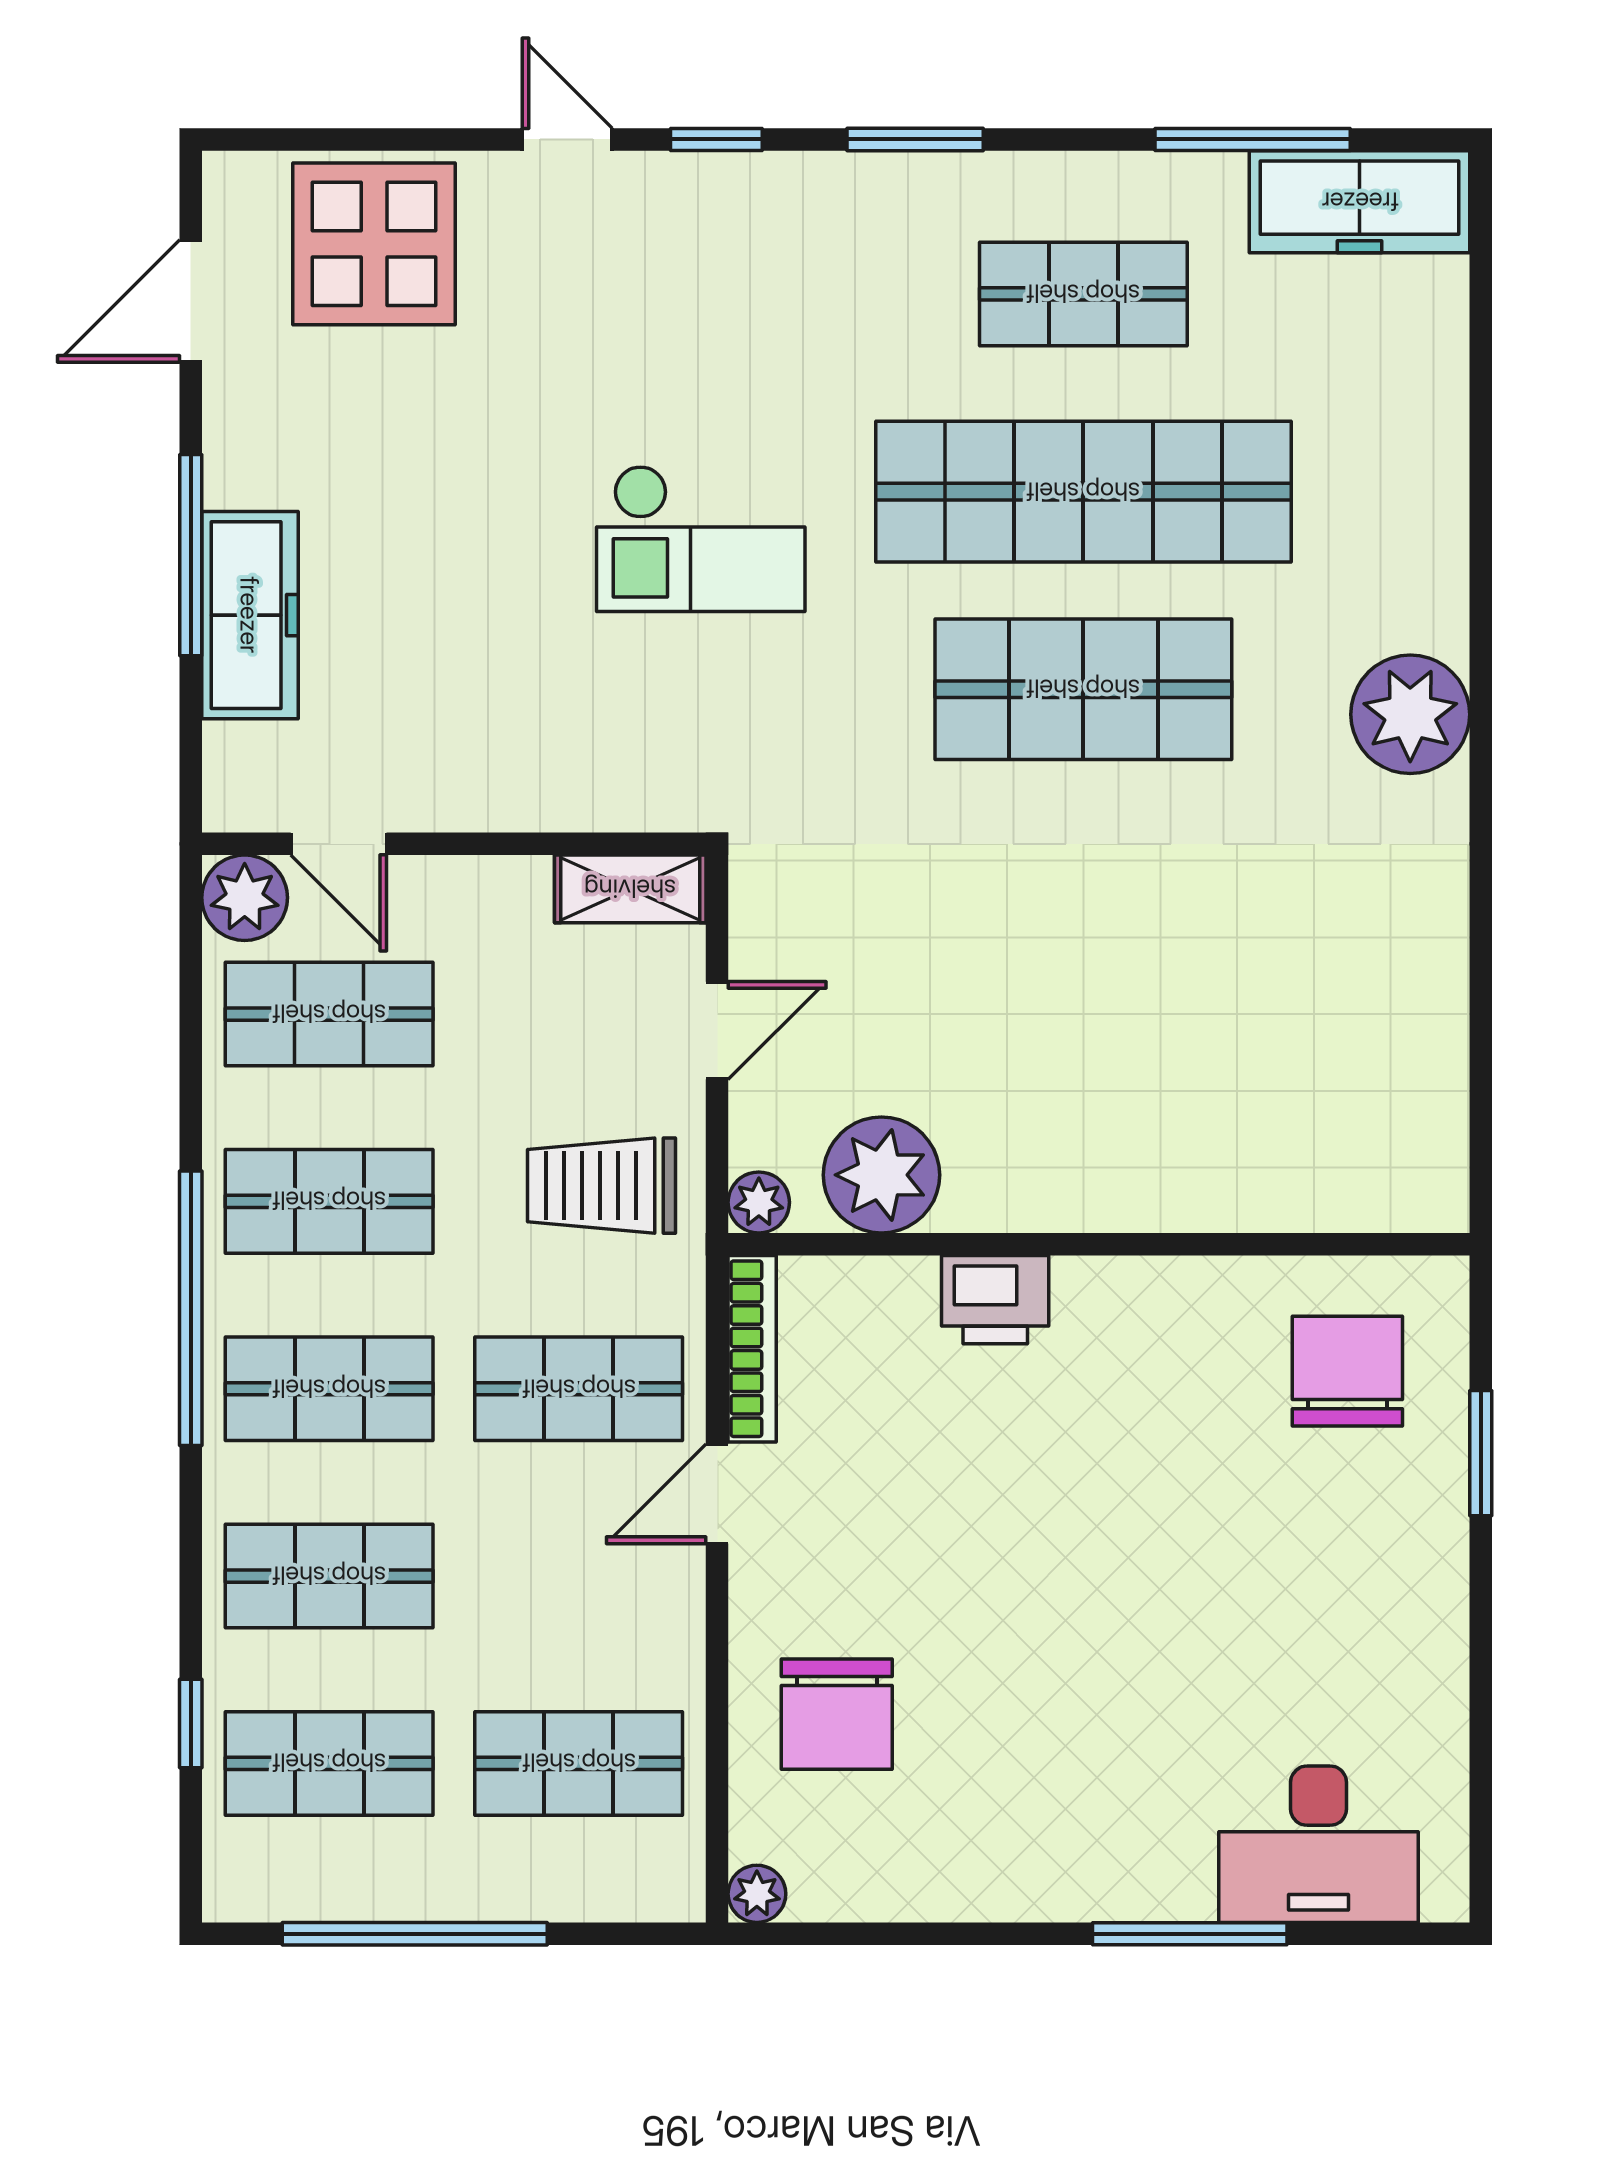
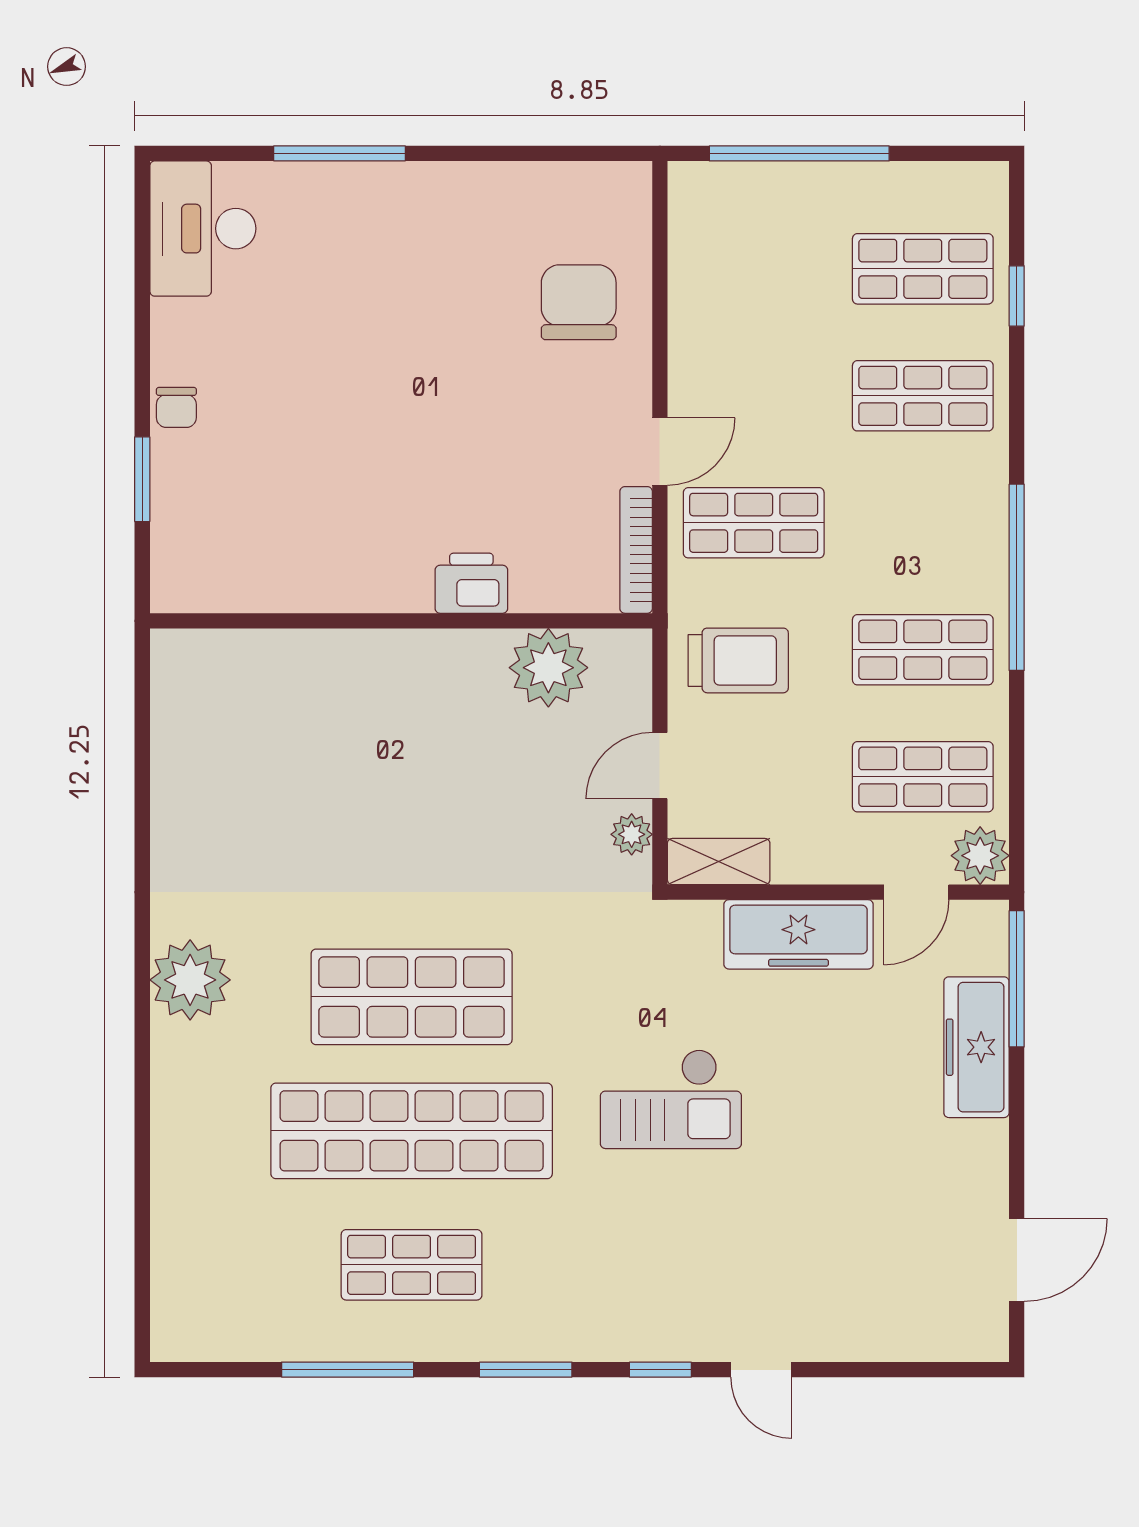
window: (1253, 139) -> (348, 1370), moved
freezer: (1360, 202) -> (798, 934), moved, turned 180
display table: (374, 244) -> (892, 1299), removed
checkout: (701, 539) -> (671, 1099), turned 180
window: (191, 555) -> (1017, 979), moved
door: (339, 844) -> (916, 892), swing flipped
plant: (759, 1202) -> (632, 834), moved
chair: (1347, 1371) -> (176, 407), moved, width x0.54, depth x0.54
shop shelf: (329, 1389) -> (923, 523), removed
shop shelf: (579, 1763) -> (754, 269), removed
desk: (1319, 1844) -> (203, 229), moved, turned -90
plant: (757, 1894) -> (633, 180), removed
window: (415, 1934) -> (799, 153), moved

